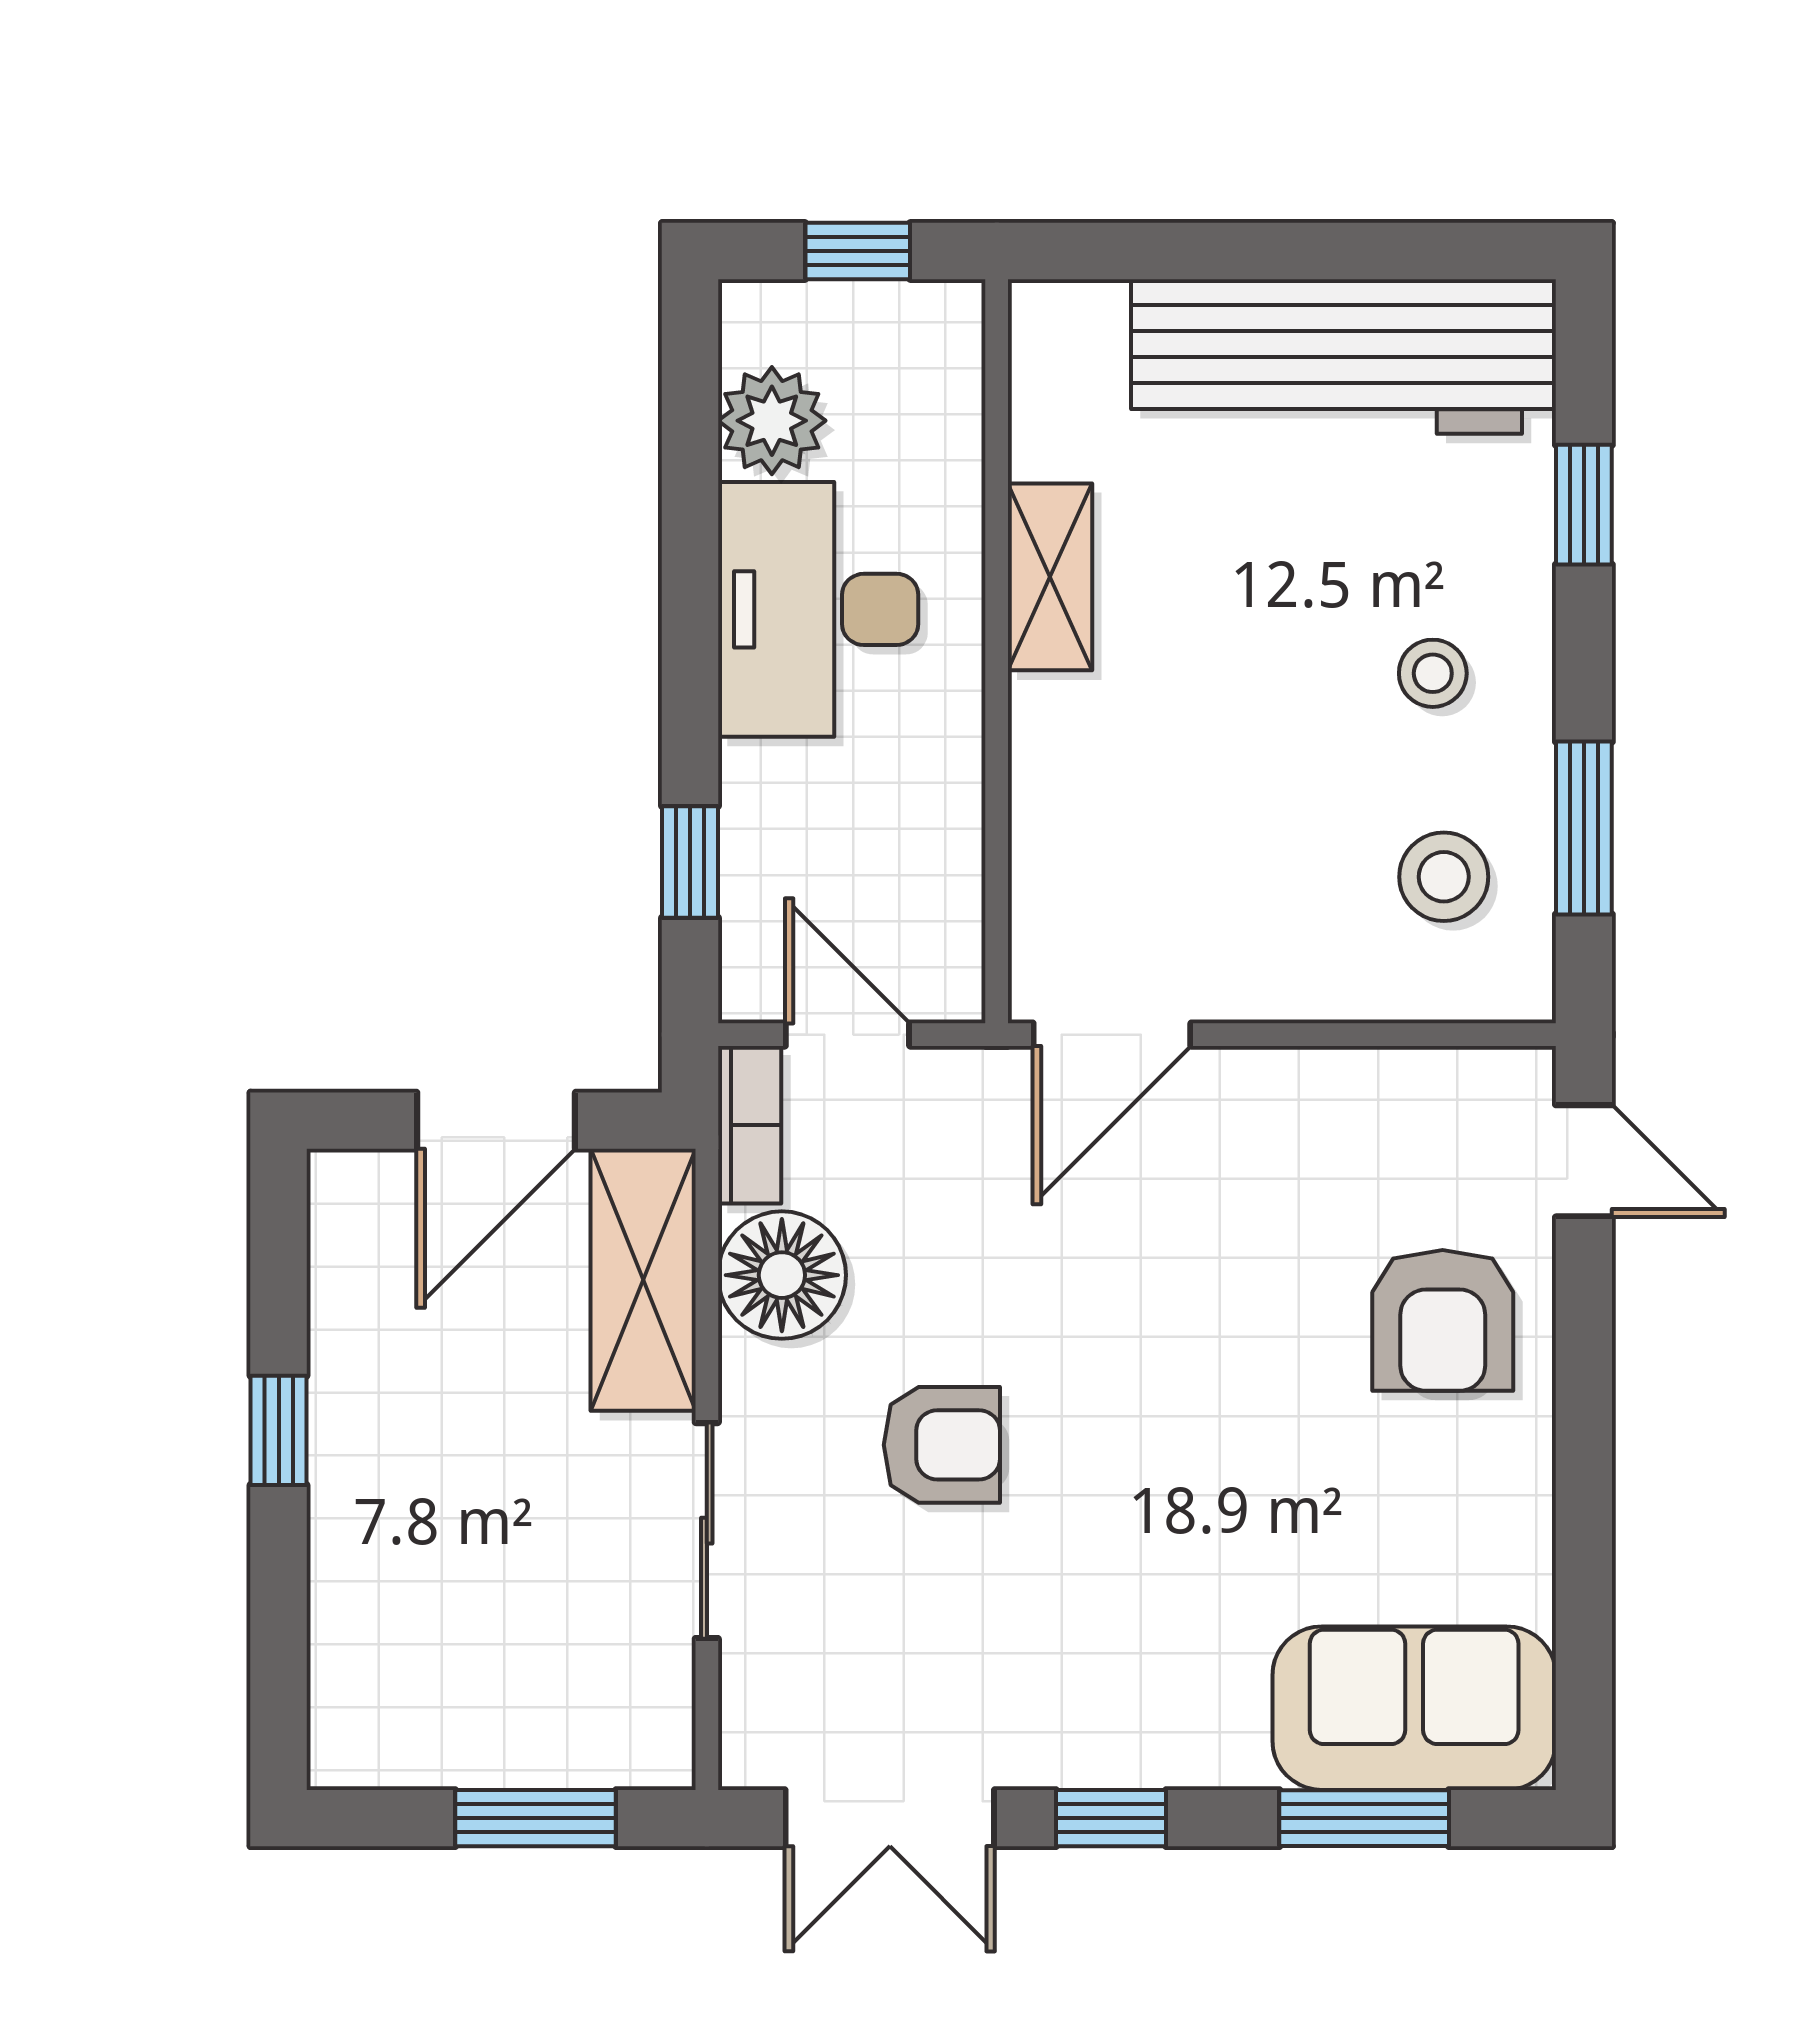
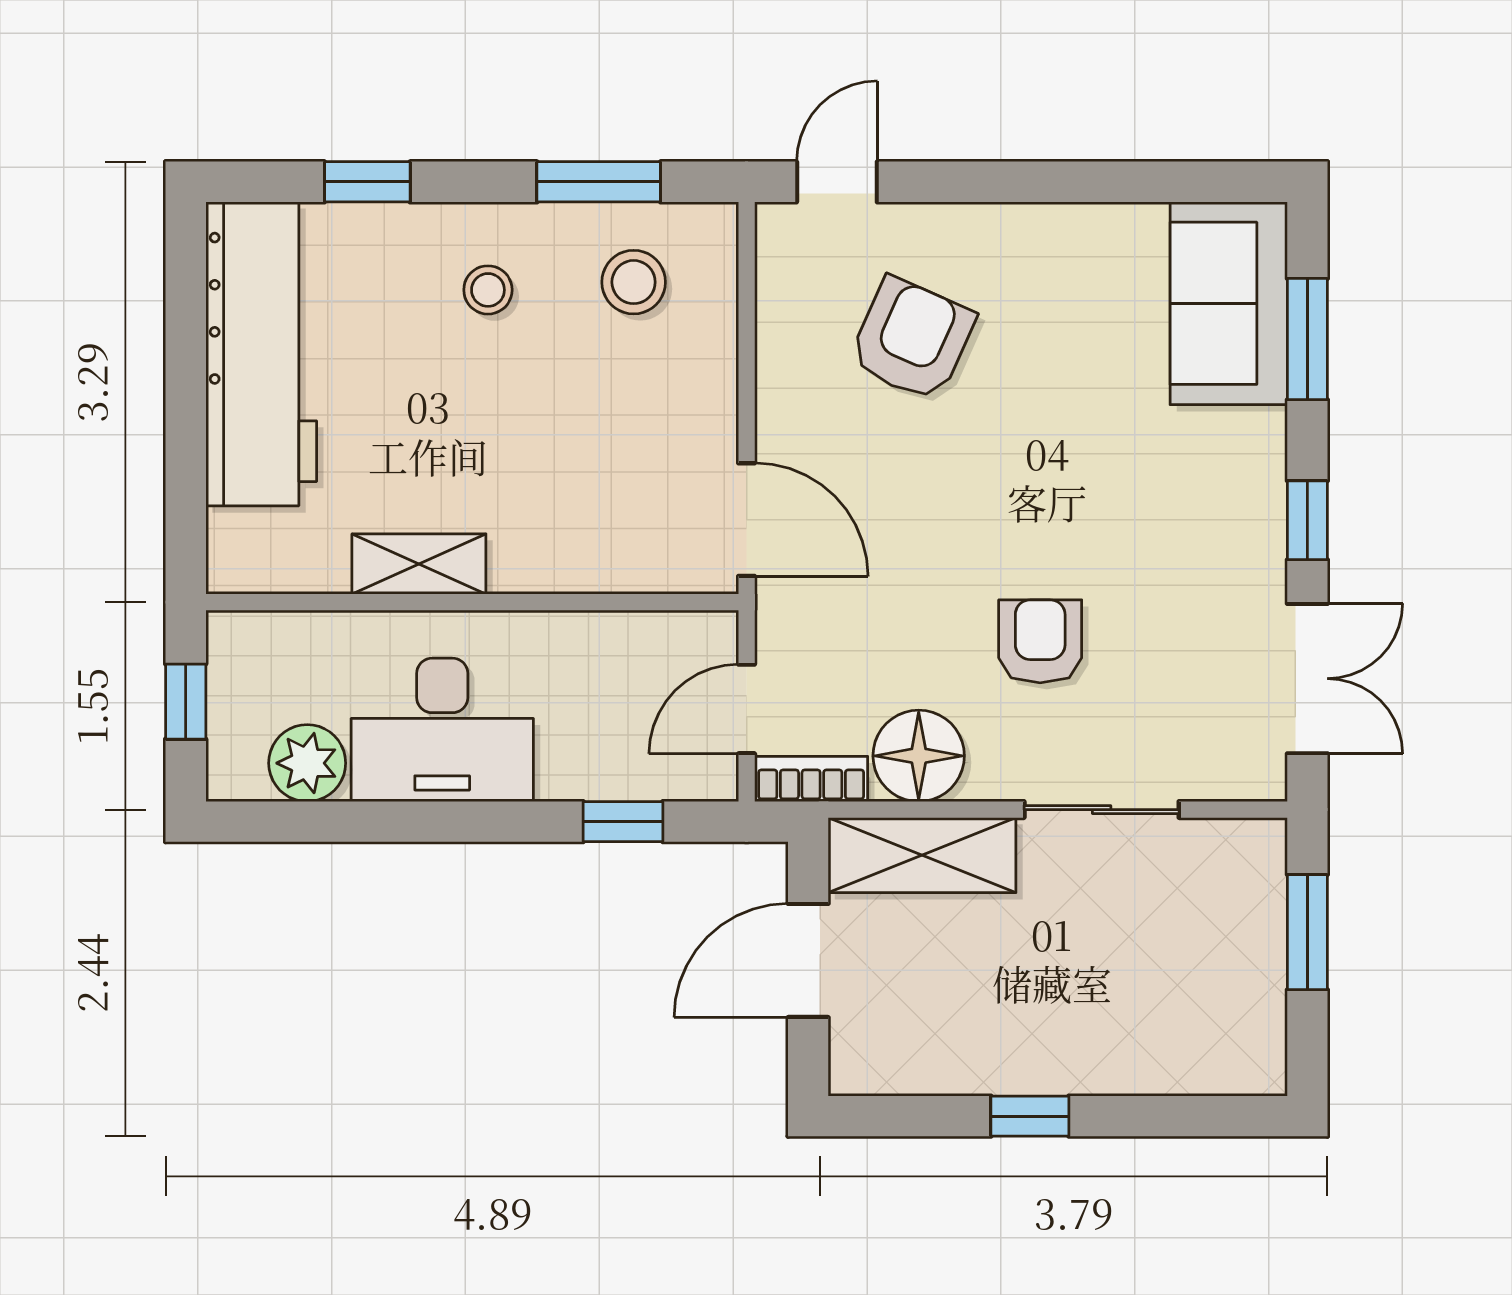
door: (496, 1121) -> (808, 960), swing flipped
armchair: (1443, 1320) -> (912, 339), moved, turned -66

